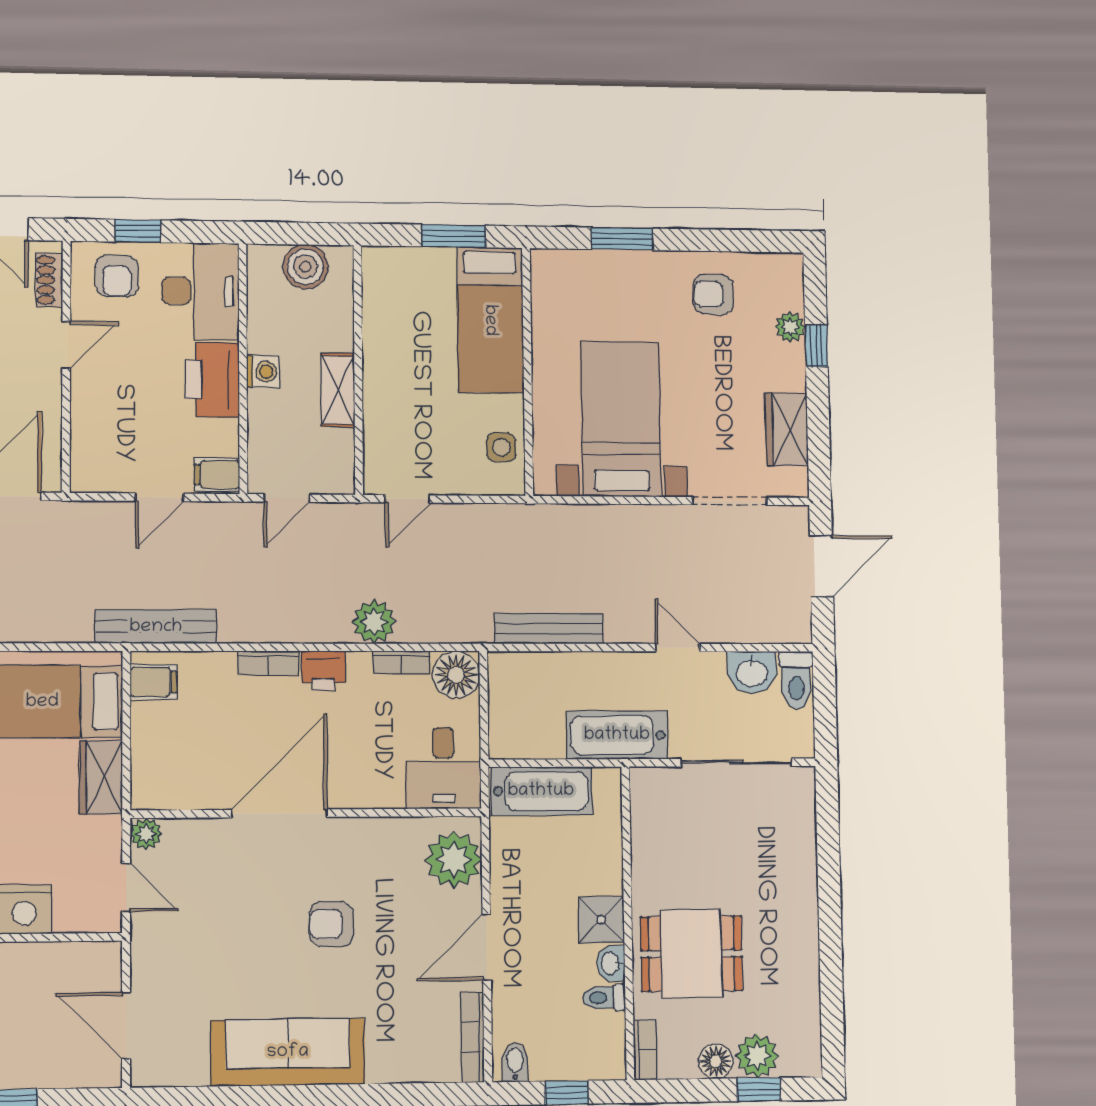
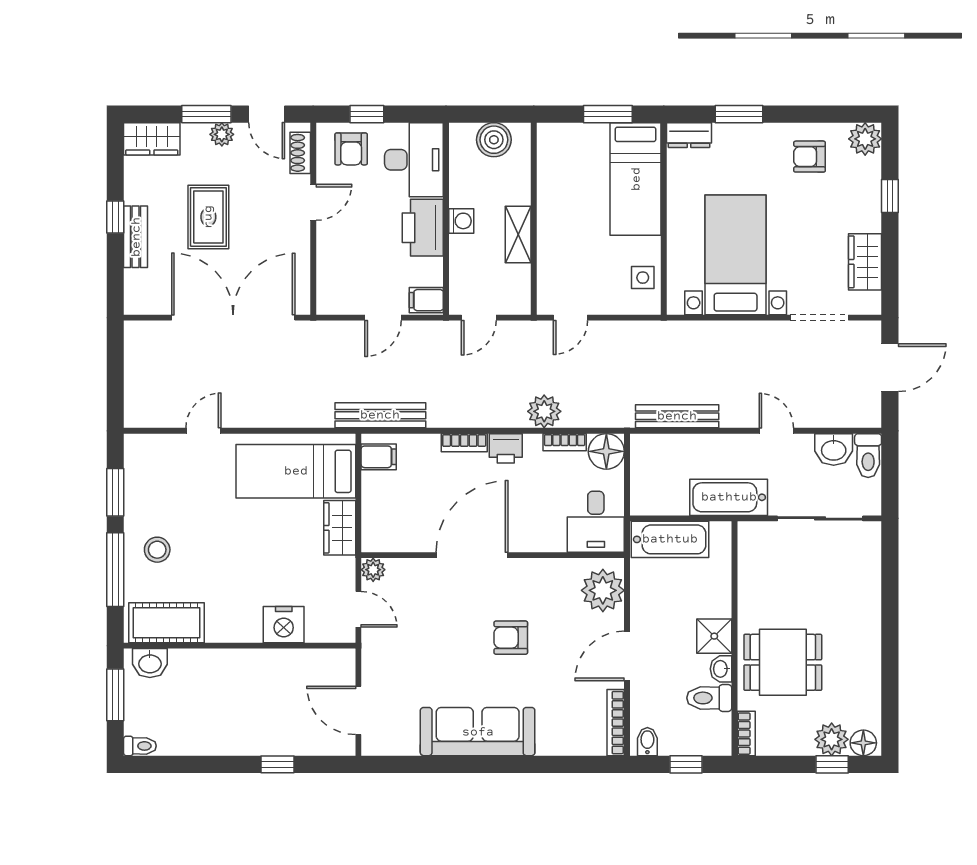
dresser: (559, 265) -> (689, 135), added
plant: (790, 327) -> (865, 139), moved, width x1.38, depth x1.38
toilet: (604, 997) -> (709, 698), width x1.37, depth x1.39
floor lamp: (716, 1061) -> (863, 743), moved

